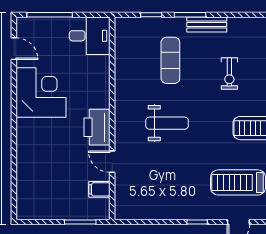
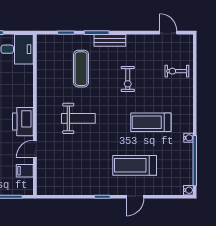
door: (112, 162) -> (35, 149), hinge flipped

